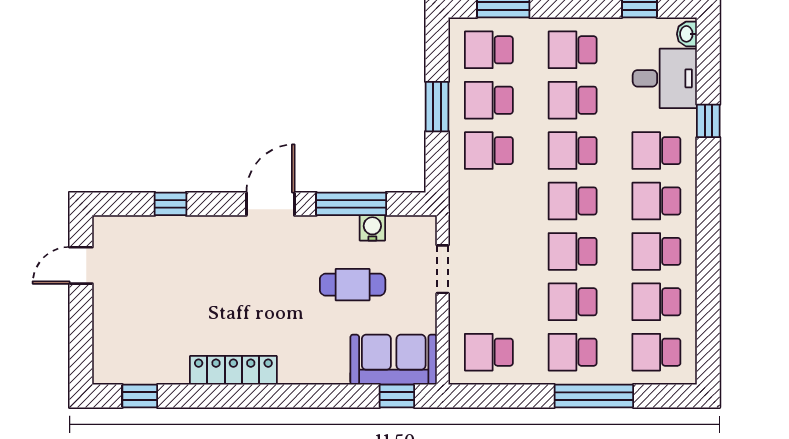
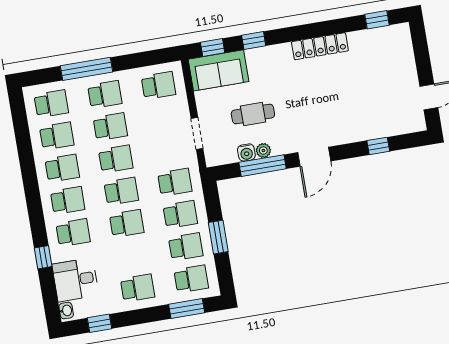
school desk: (573, 100) -> (175, 182), moved
plant: (346, 226) -> (263, 151), added
window: (333, 396) -> (254, 41), added

